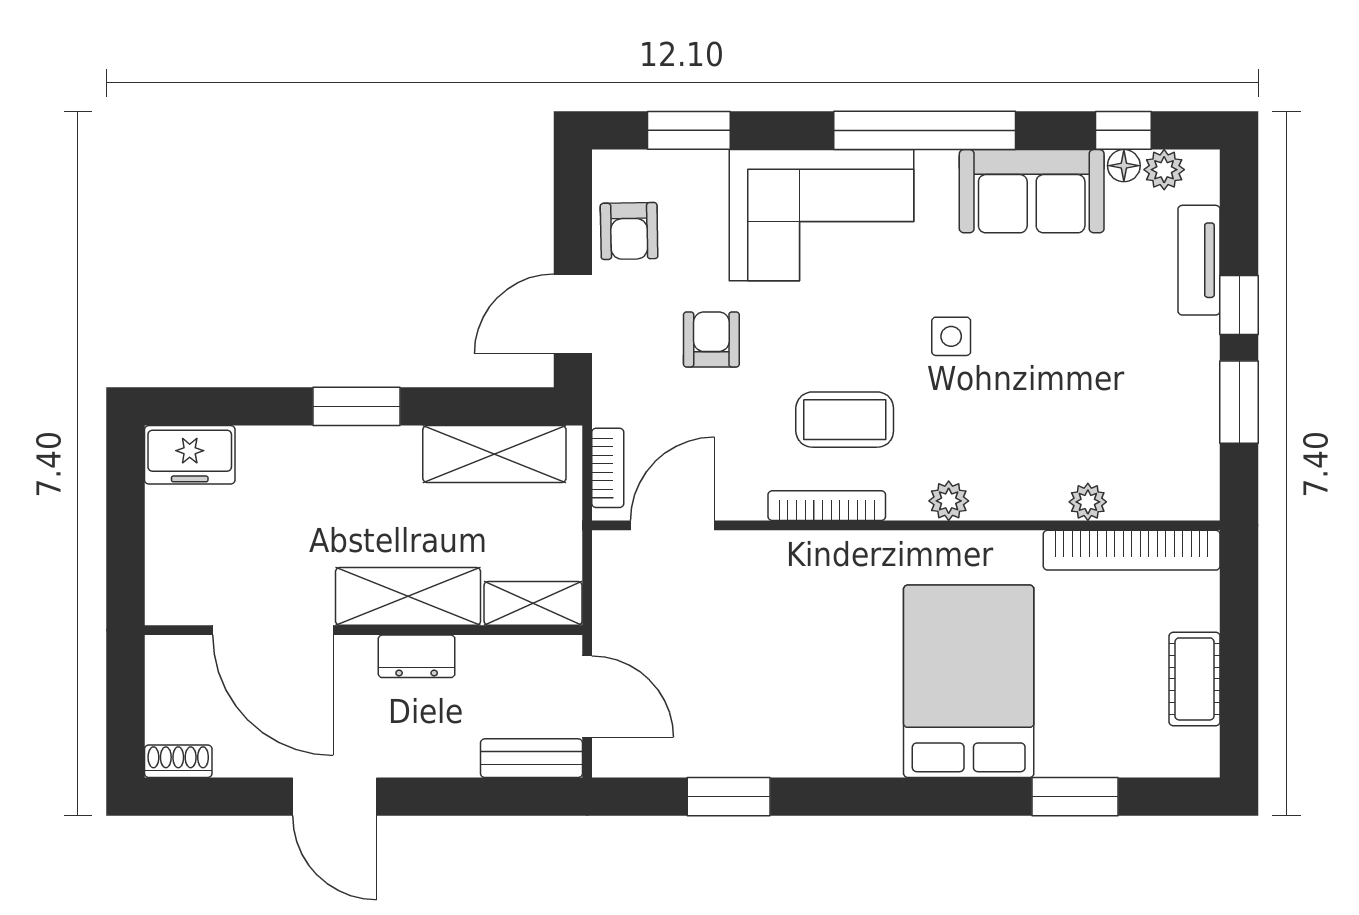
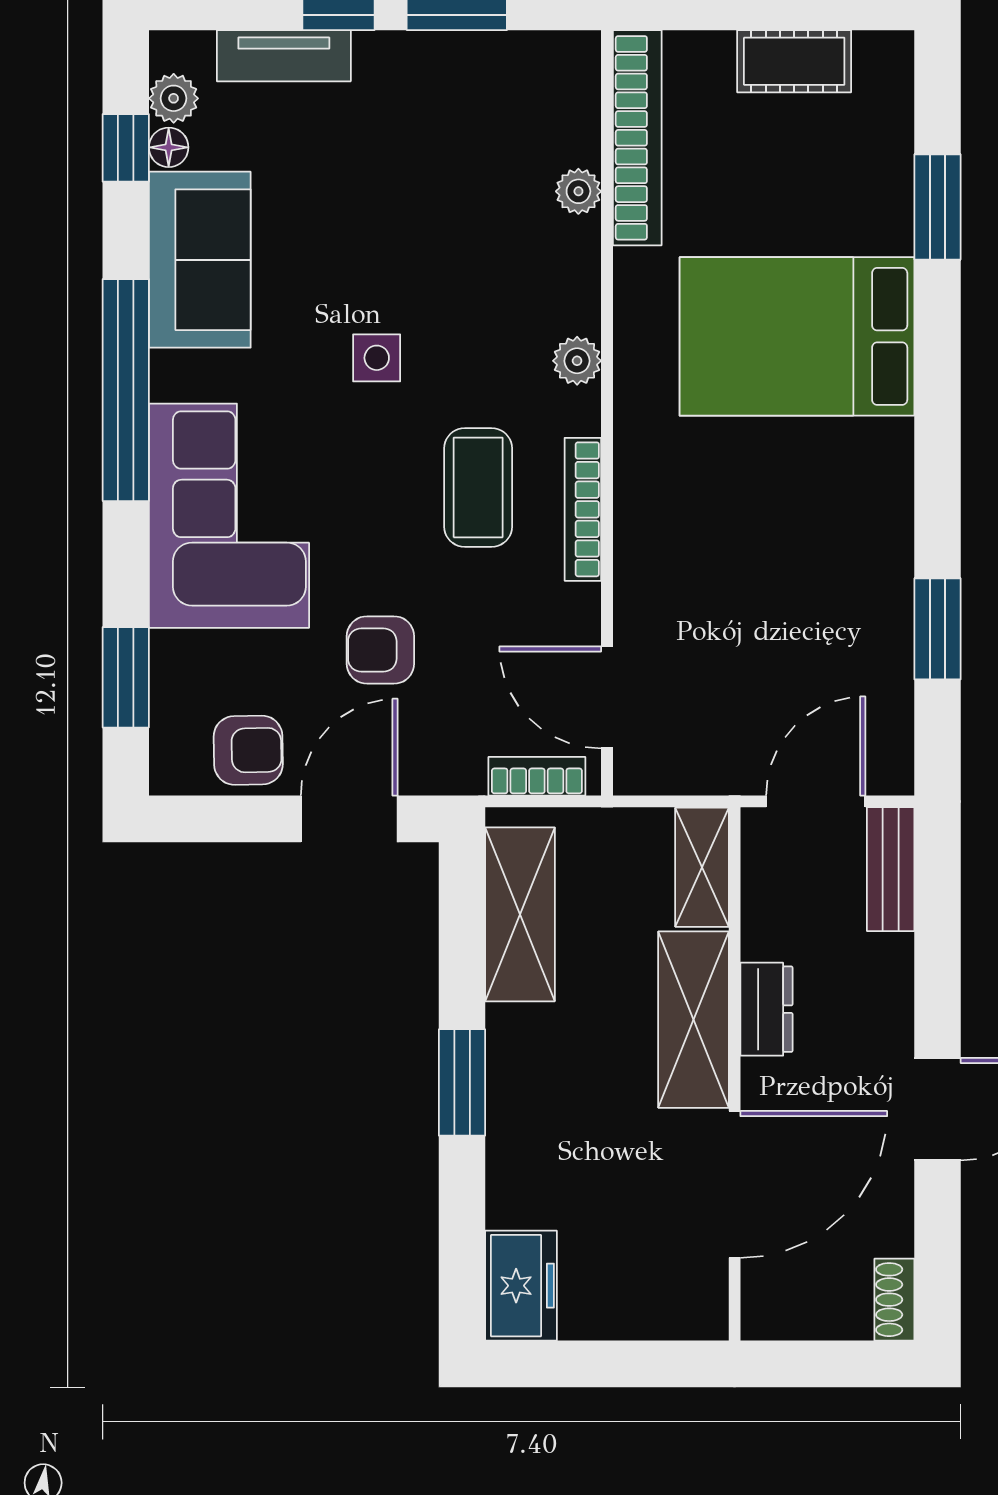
door: (573, 314) -> (349, 819), swing flipped

